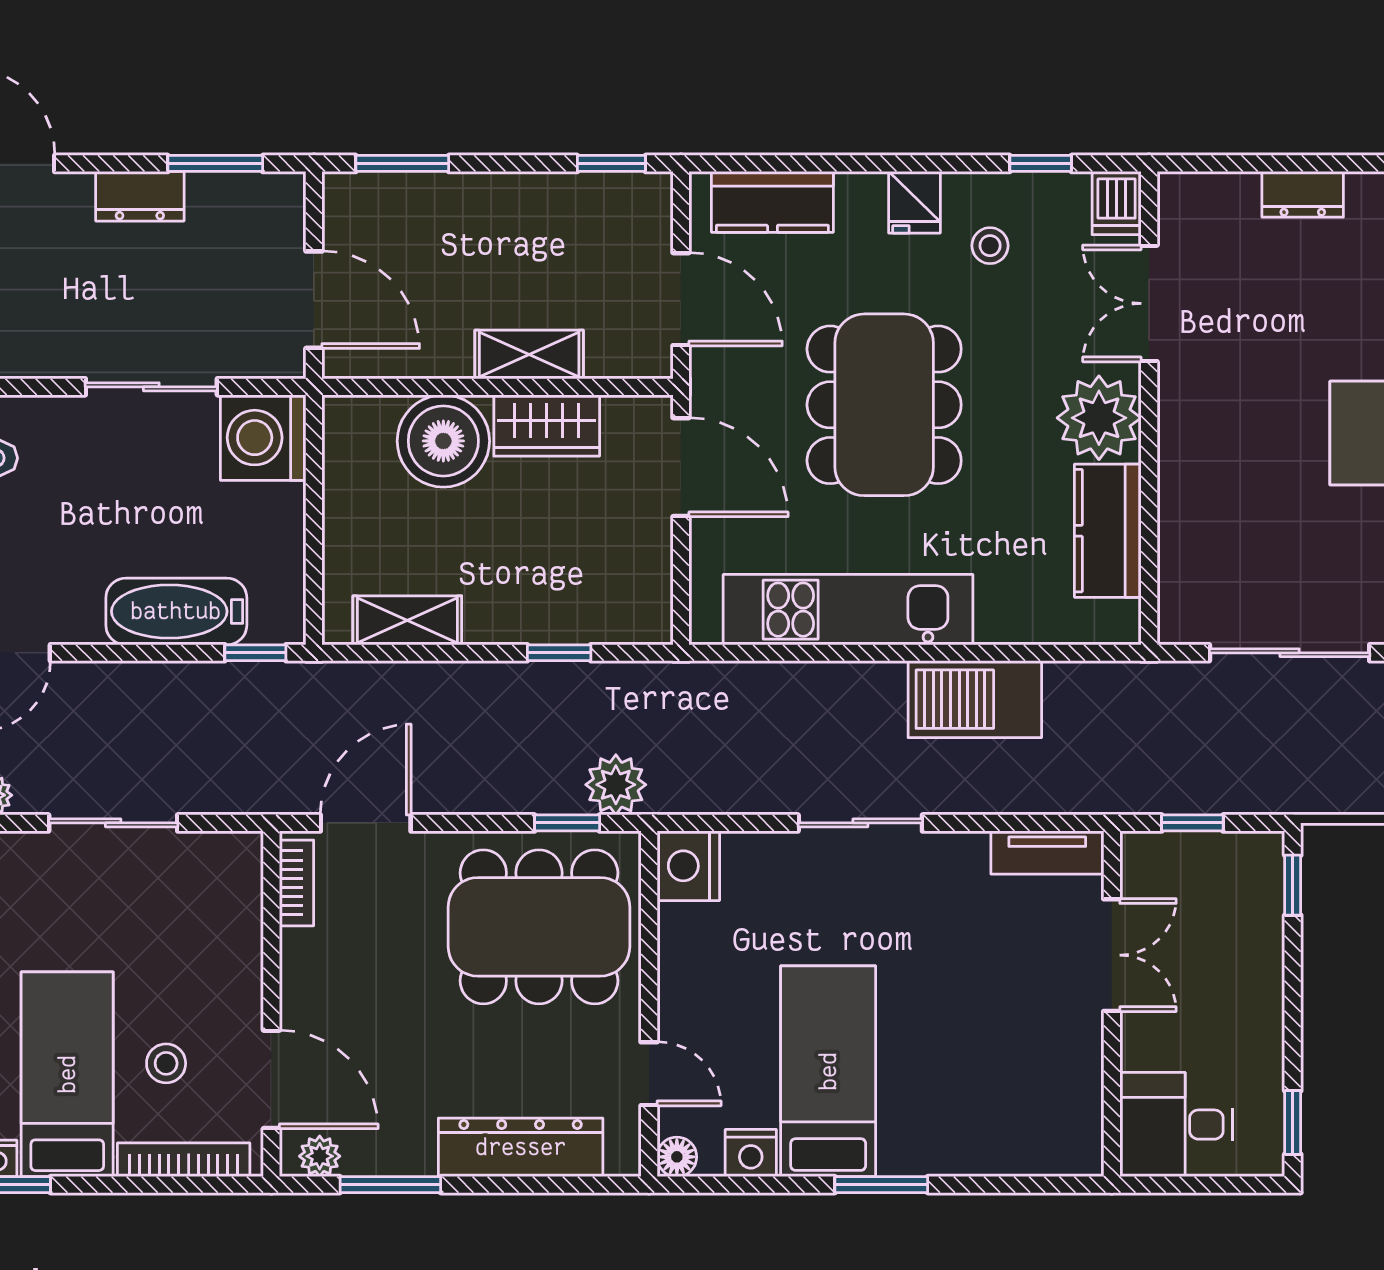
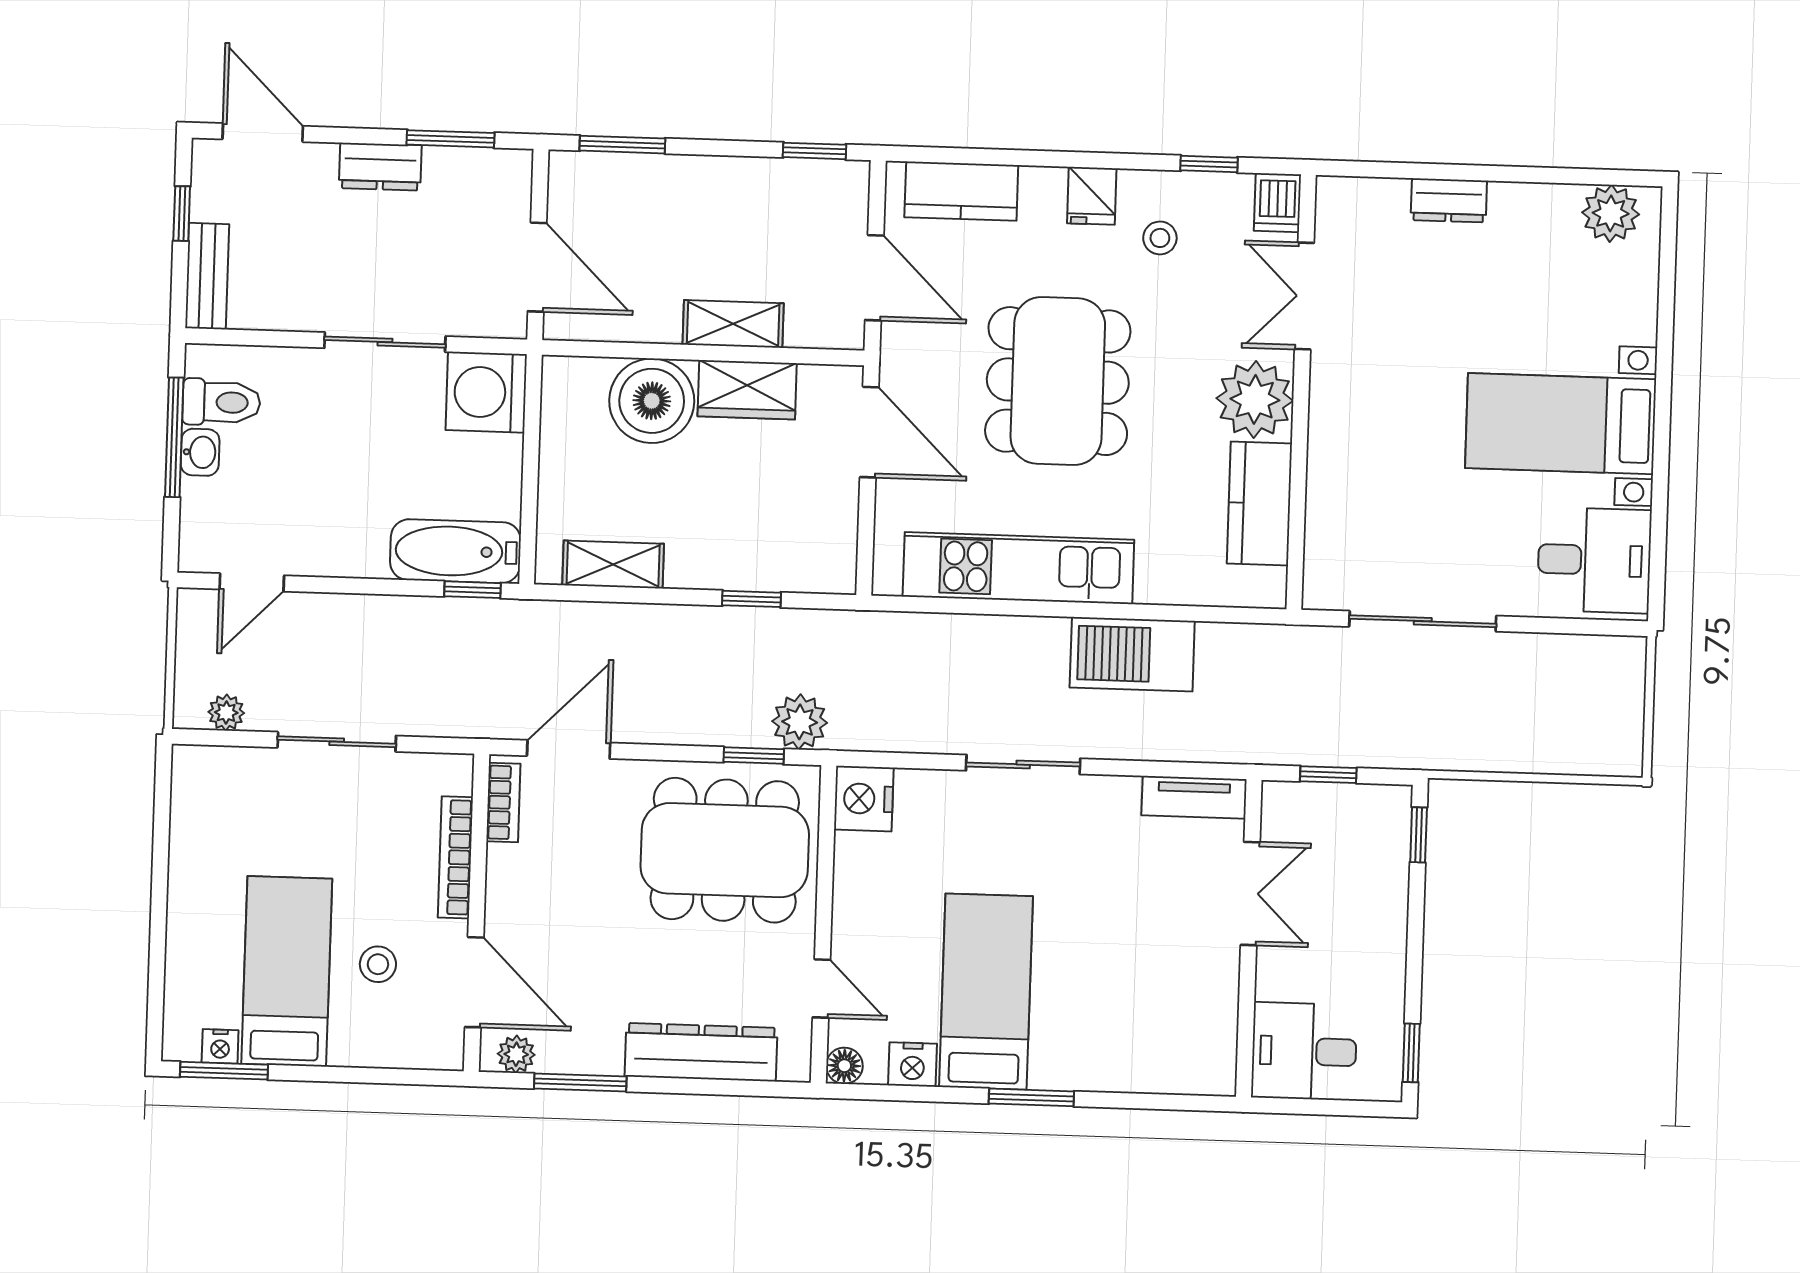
bathtub: (176, 611) -> (455, 551), moved
bookcase: (184, 1160) -> (455, 857), moved, turned -90

